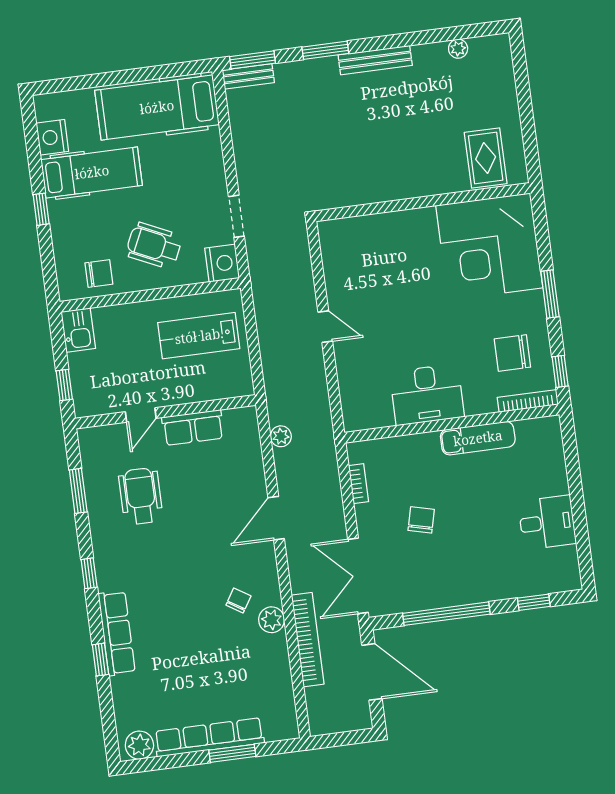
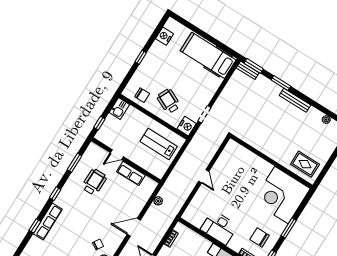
rug: (486, 158) -> (305, 164), turned 90
hospital bed: (92, 172) -> (168, 59), removed

